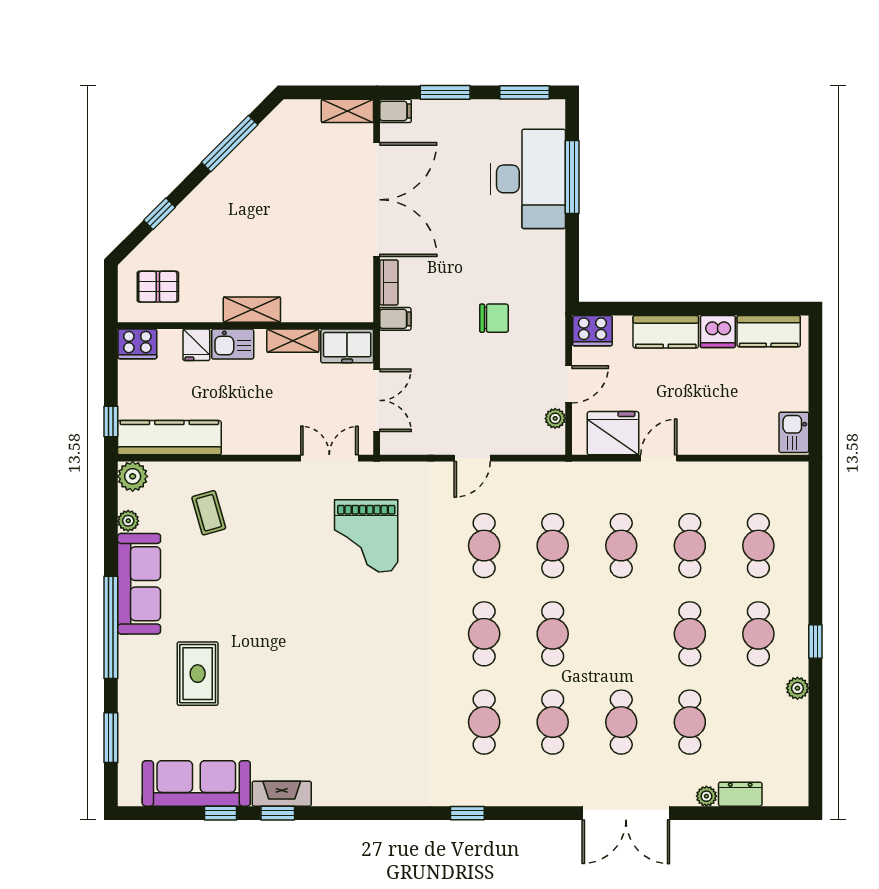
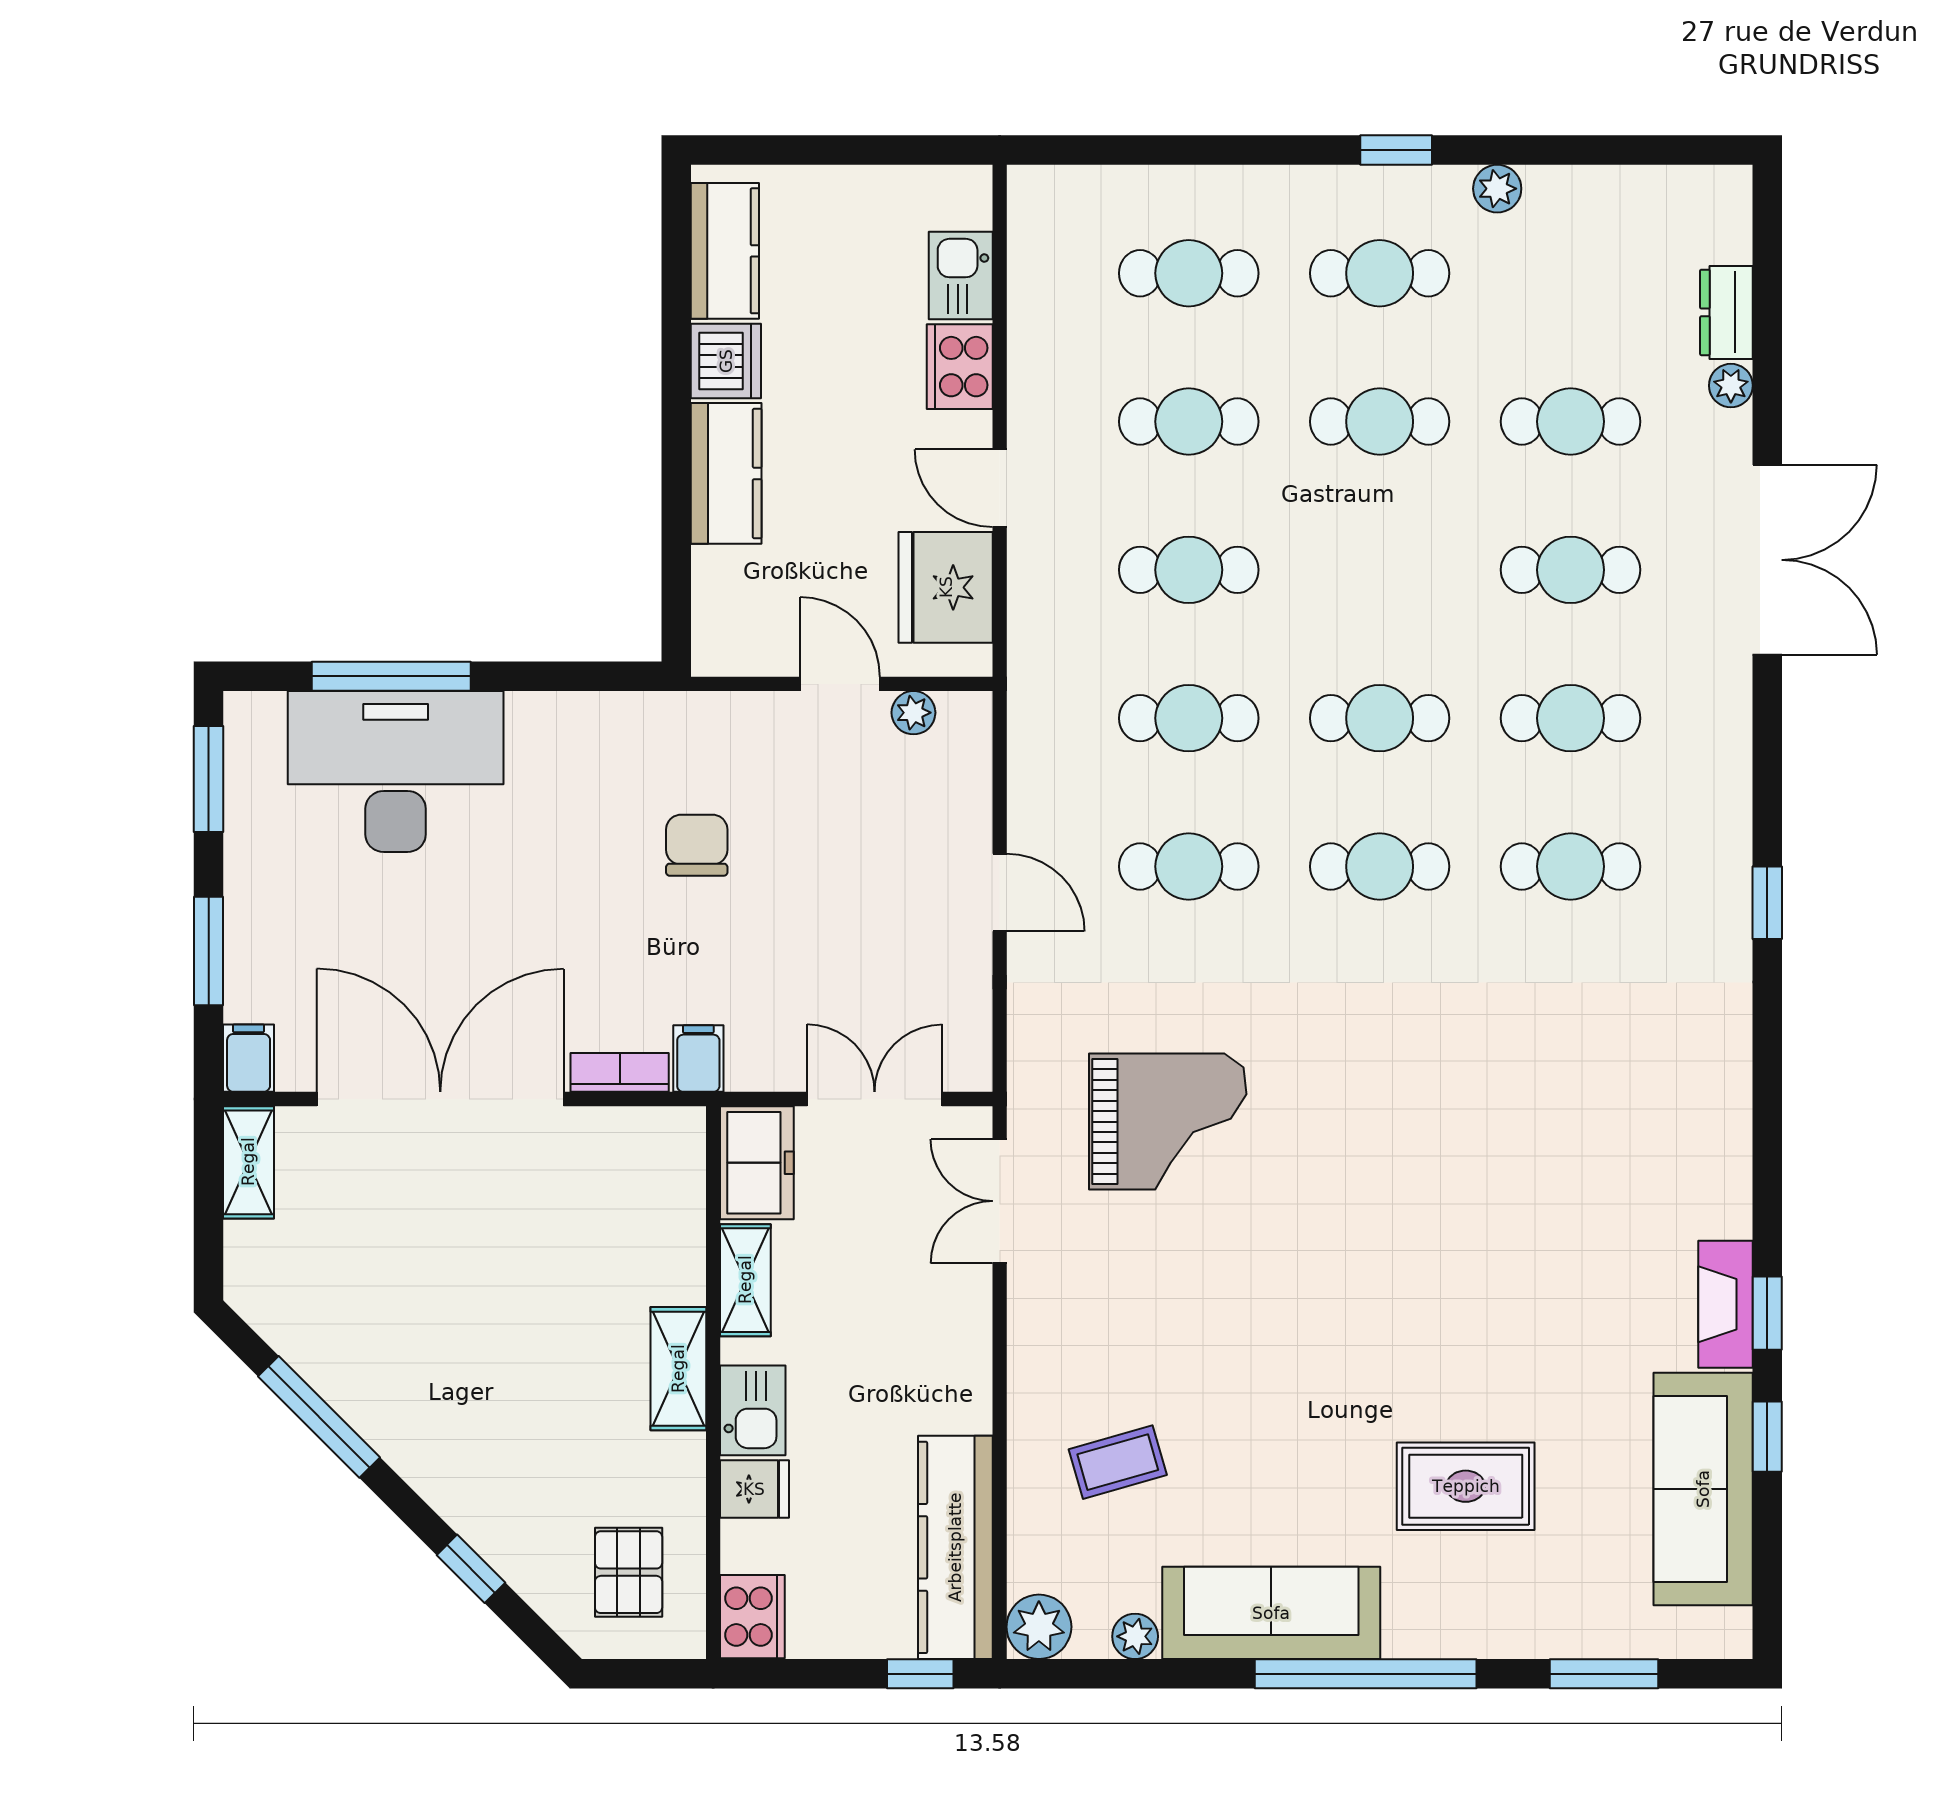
cooker: (592, 331) -> (960, 367), moved, turned 180
kitchen sink: (794, 432) -> (961, 276), moved, turned 90

